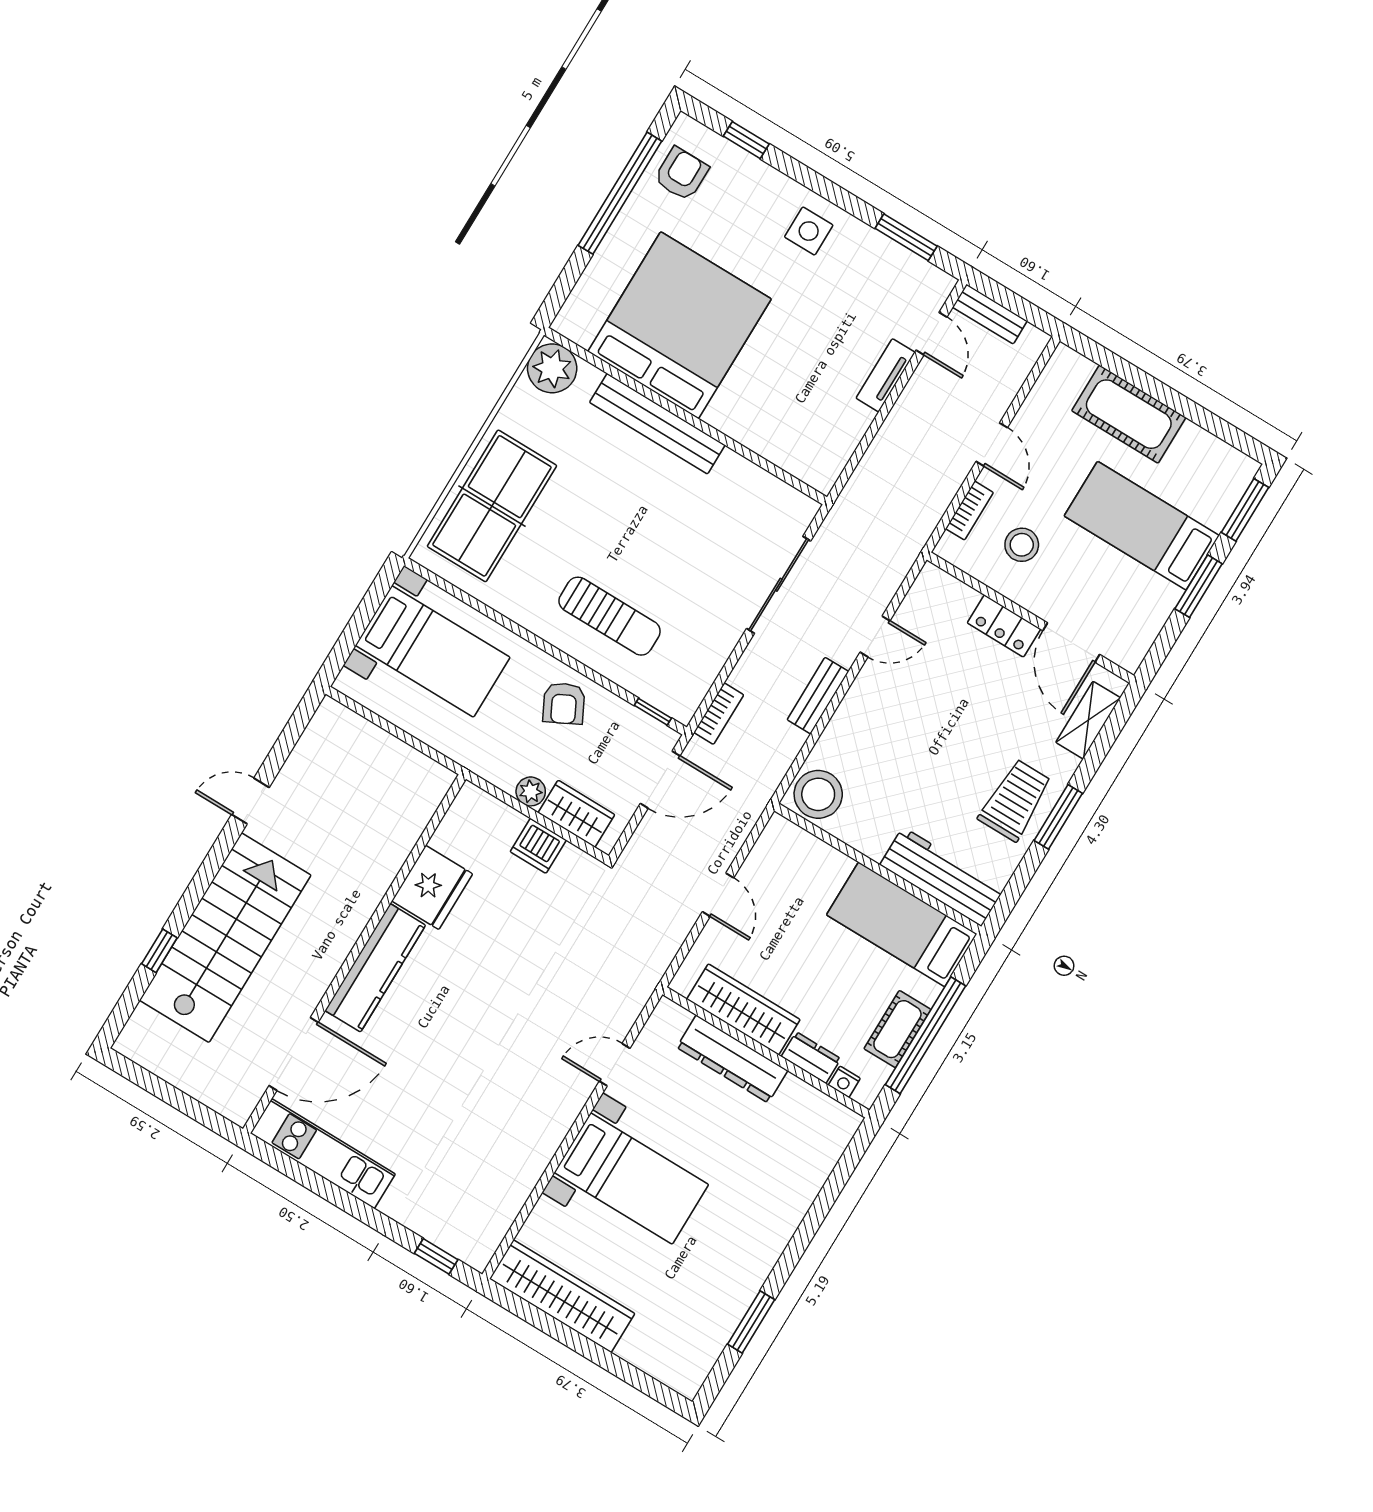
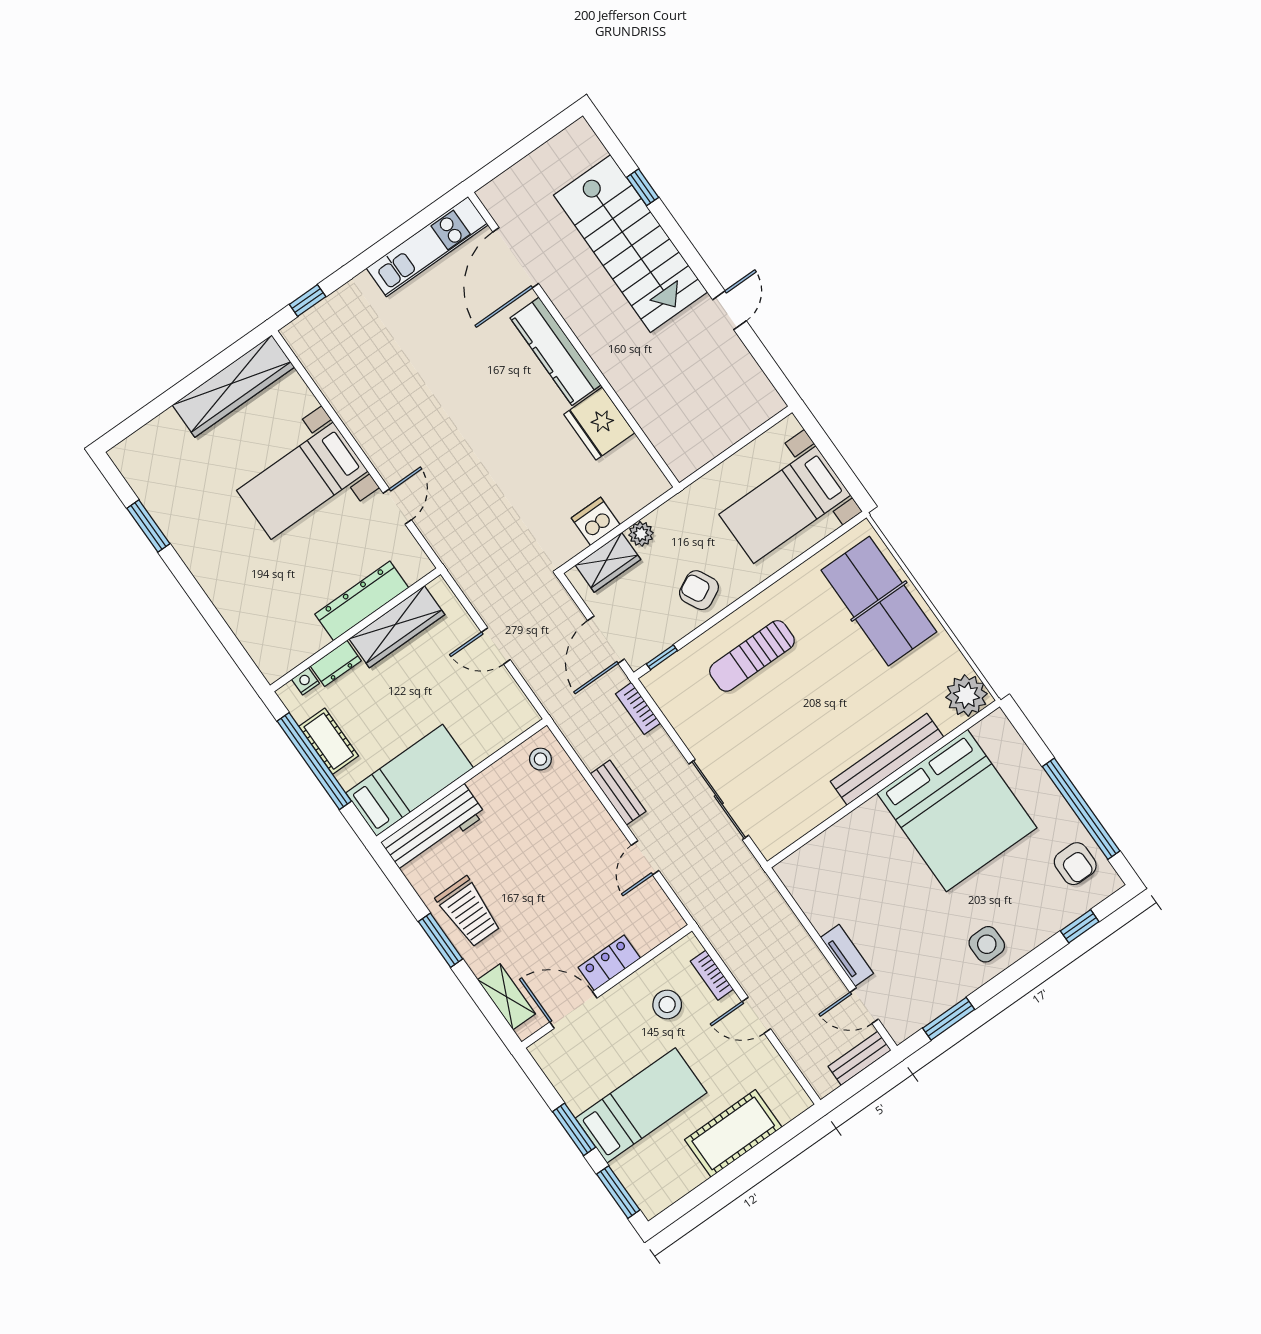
stool: (818, 794) -> (540, 759), width x0.53, depth x0.53

